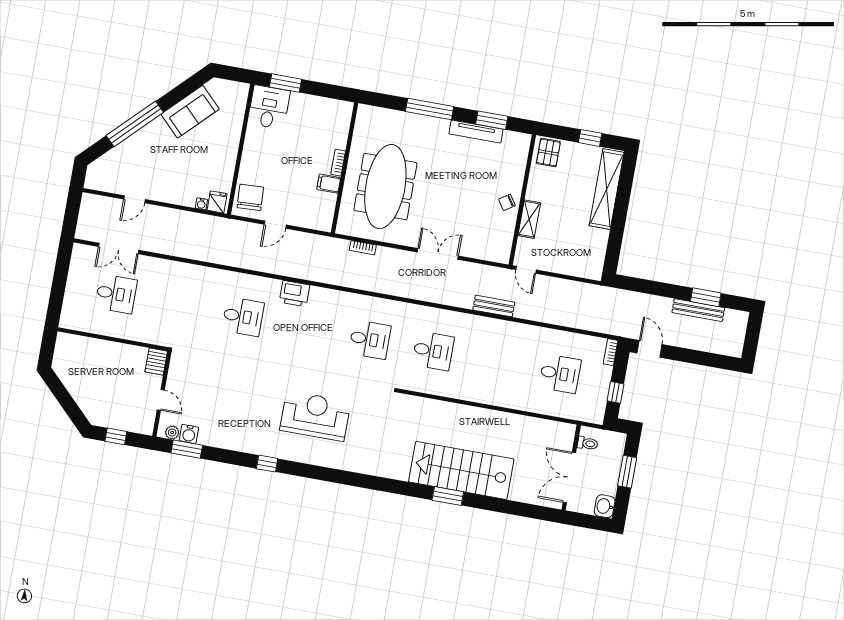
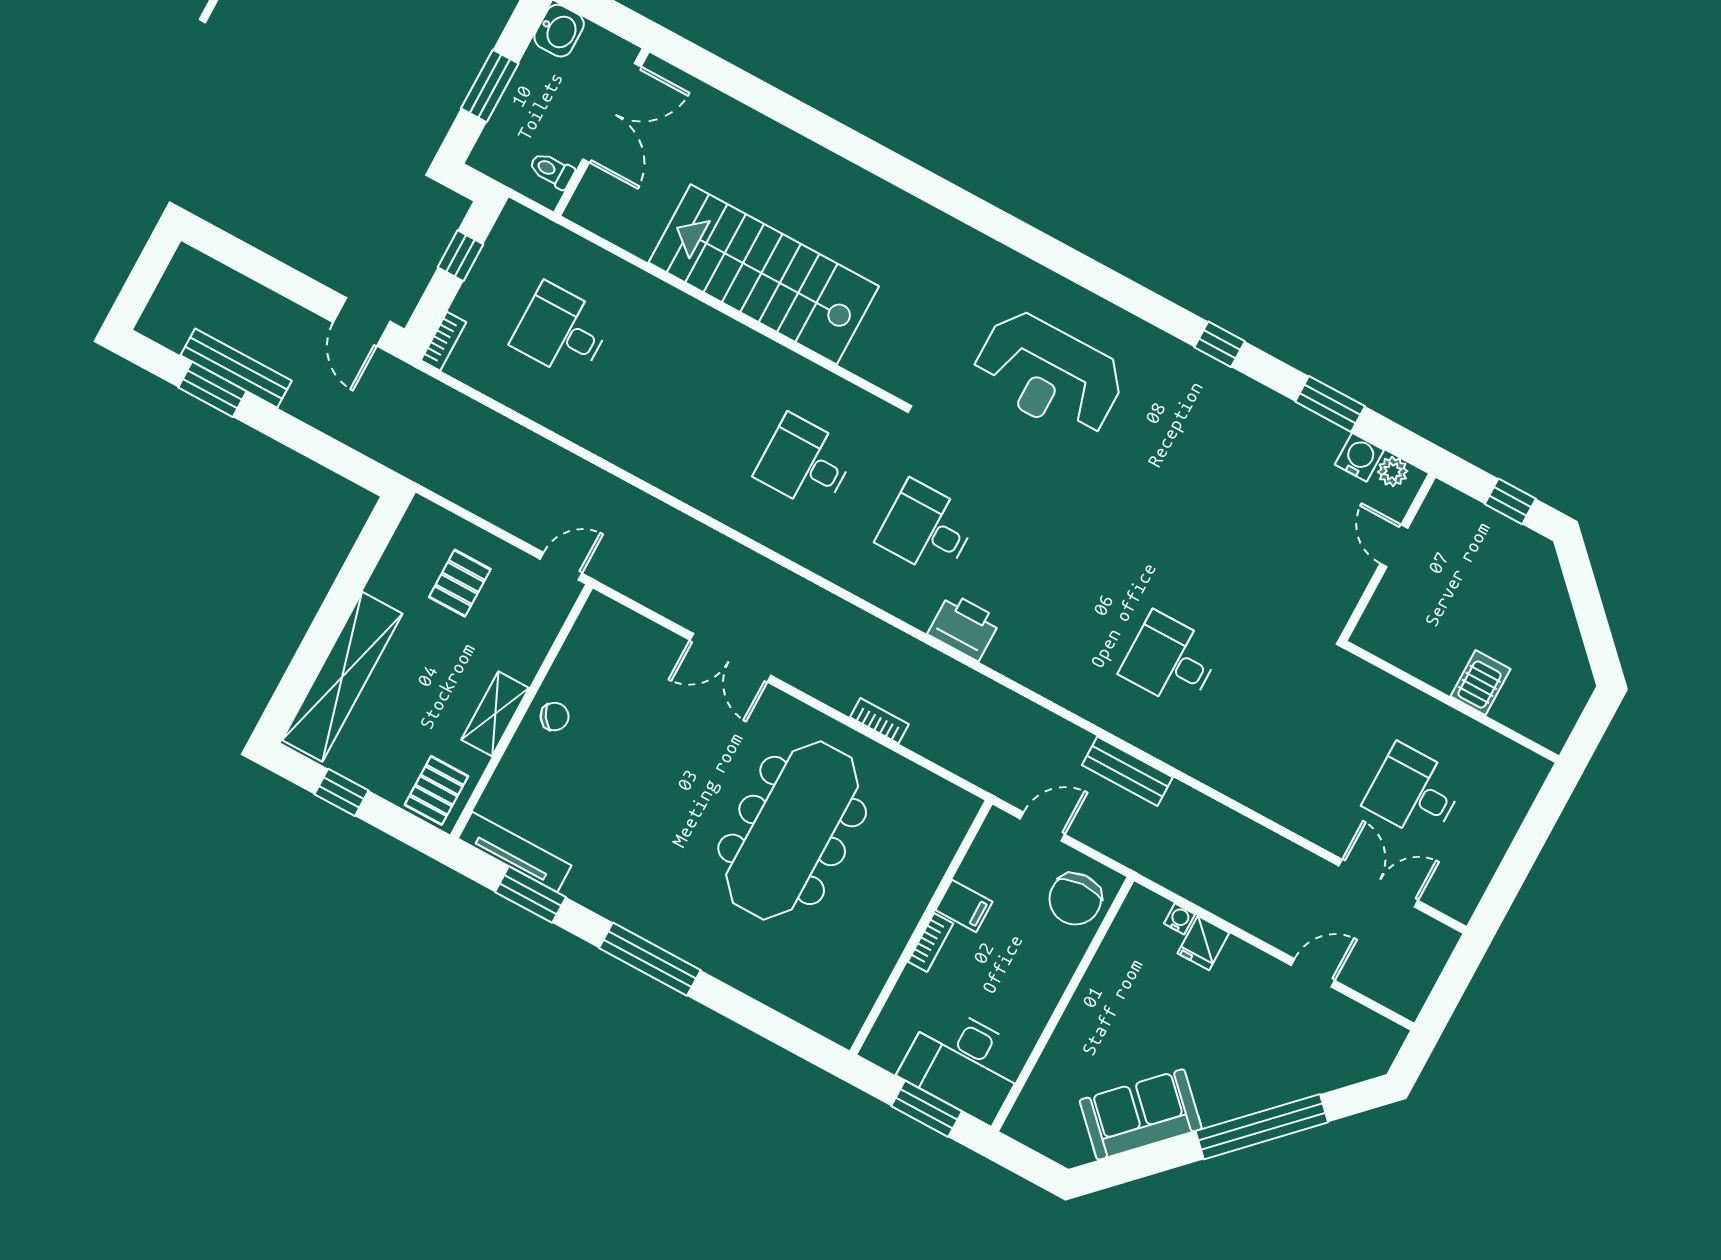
desk: (269, 107) -> (964, 1064), width x1.37
tv unit: (476, 132) -> (515, 852), moved
bookcase: (338, 163) -> (931, 942), moved
wall: (345, 168) -> (921, 927), moved
filing cabinet: (329, 184) -> (964, 906), moved
fridge: (217, 202) -> (1203, 943), moved
shelving: (529, 219) -> (495, 714), moved
pallet: (568, 248) -> (460, 583), added
door: (526, 270) -> (561, 566), hinge flipped
printer: (295, 294) -> (964, 627), moved
bench: (494, 306) -> (1127, 771), moved
server rack: (156, 362) -> (1481, 683), moved
reception desk: (315, 416) -> (1049, 375), moved
window: (187, 449) -> (1330, 404), moved
stairs: (461, 470) -> (764, 274), moved, turned 180
window: (448, 496) -> (872, 157), removed

